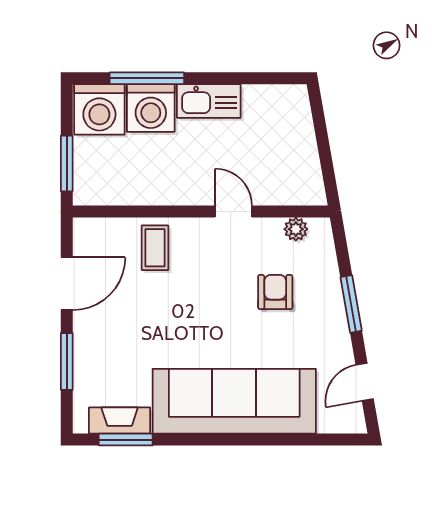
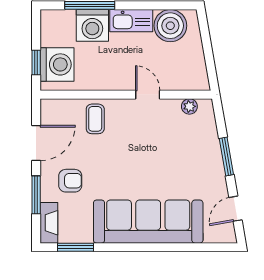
boiler: (267, 108) -> (170, 26), added
washing machine: (99, 109) -> (57, 64), moved, turned -90
window: (67, 163) -> (36, 62), width x0.67
armchair: (275, 292) -> (70, 181), moved, turned 90
fireplace: (120, 421) -> (49, 223), moved, turned 90

